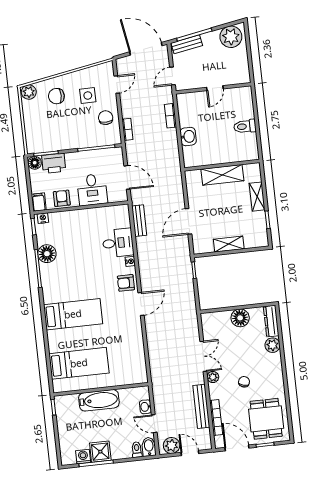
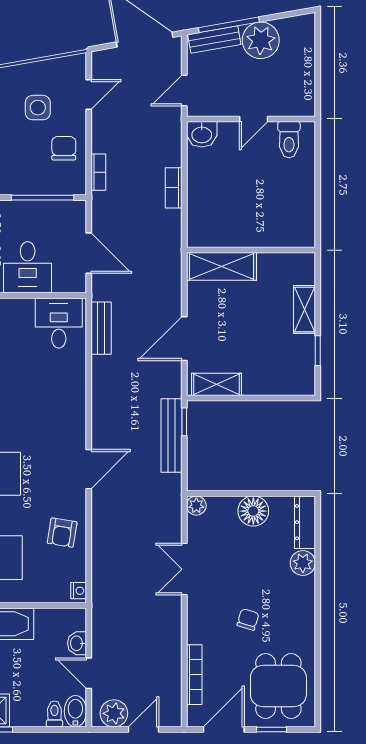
plant: (231, 37) -> (261, 40), moved
bookcase: (171, 116) -> (174, 188), moved
toilet: (245, 126) -> (289, 140), moved, turned -90
washbasin: (188, 137) -> (202, 134), moved, turned 90
shelving: (222, 175) -> (221, 266), moved
desk: (118, 243) -> (59, 323), moved, turned -90
shelving: (229, 244) -> (217, 384), moved
nightstand: (130, 261) -> (79, 591), moved
armchair: (126, 283) -> (62, 533), moved, turned -81
double door: (203, 356) -> (184, 569), swing flipped
plant: (213, 377) -> (196, 506), moved
bench: (201, 406) -> (171, 435), moved
door: (237, 448) -> (224, 730), hinge flipped
door: (190, 453) -> (144, 730), hinge flipped

